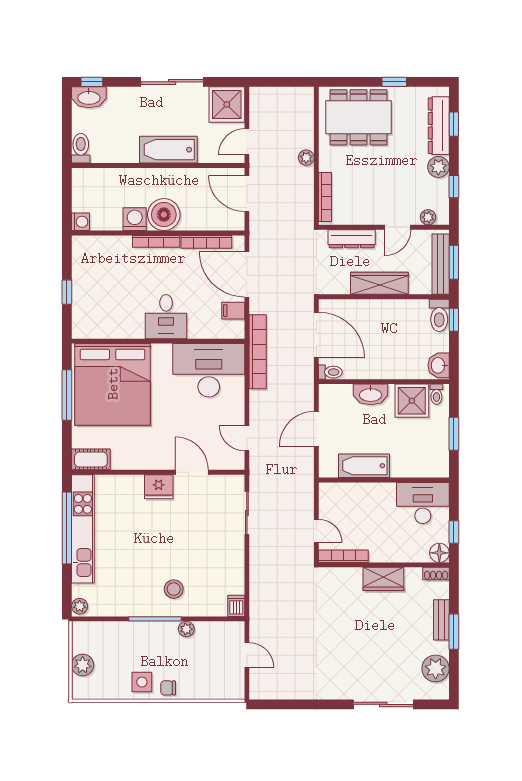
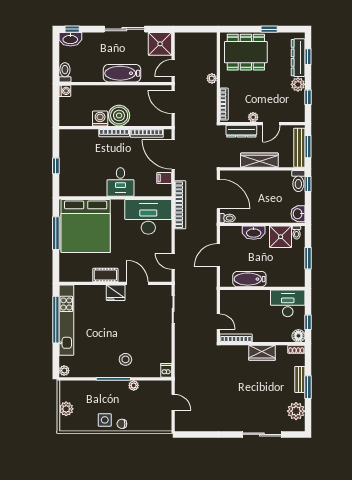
plant: (428, 217) -> (253, 117), moved
washing machine: (81, 222) -> (65, 91), moved
cot: (91, 459) -> (105, 275), moved

